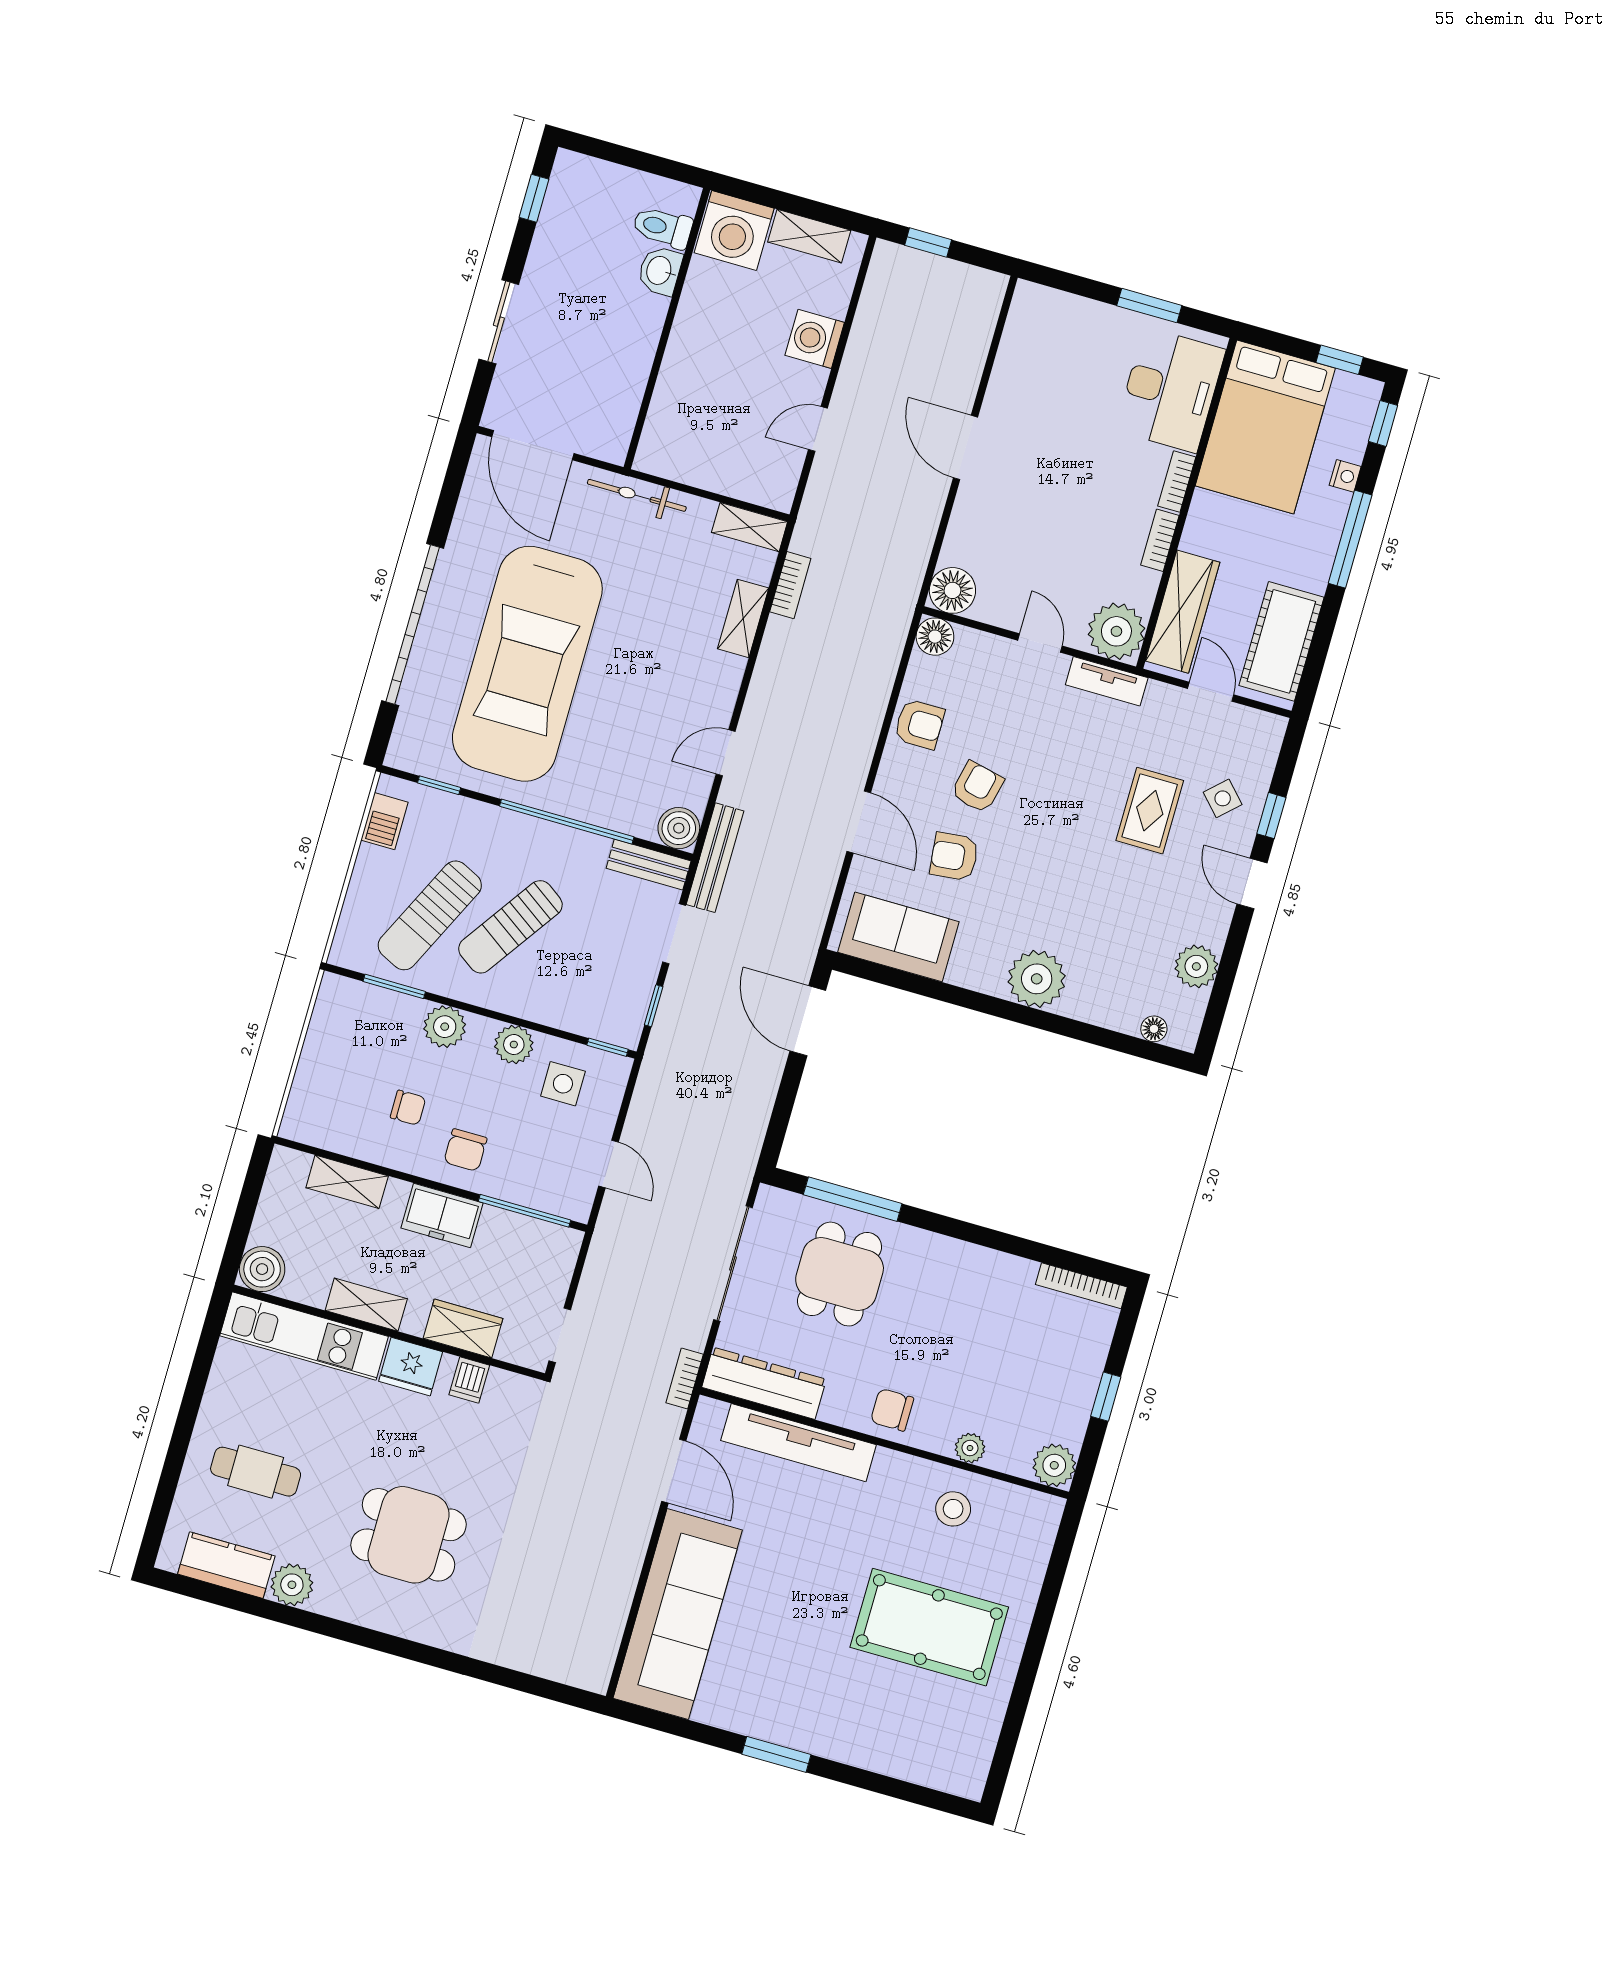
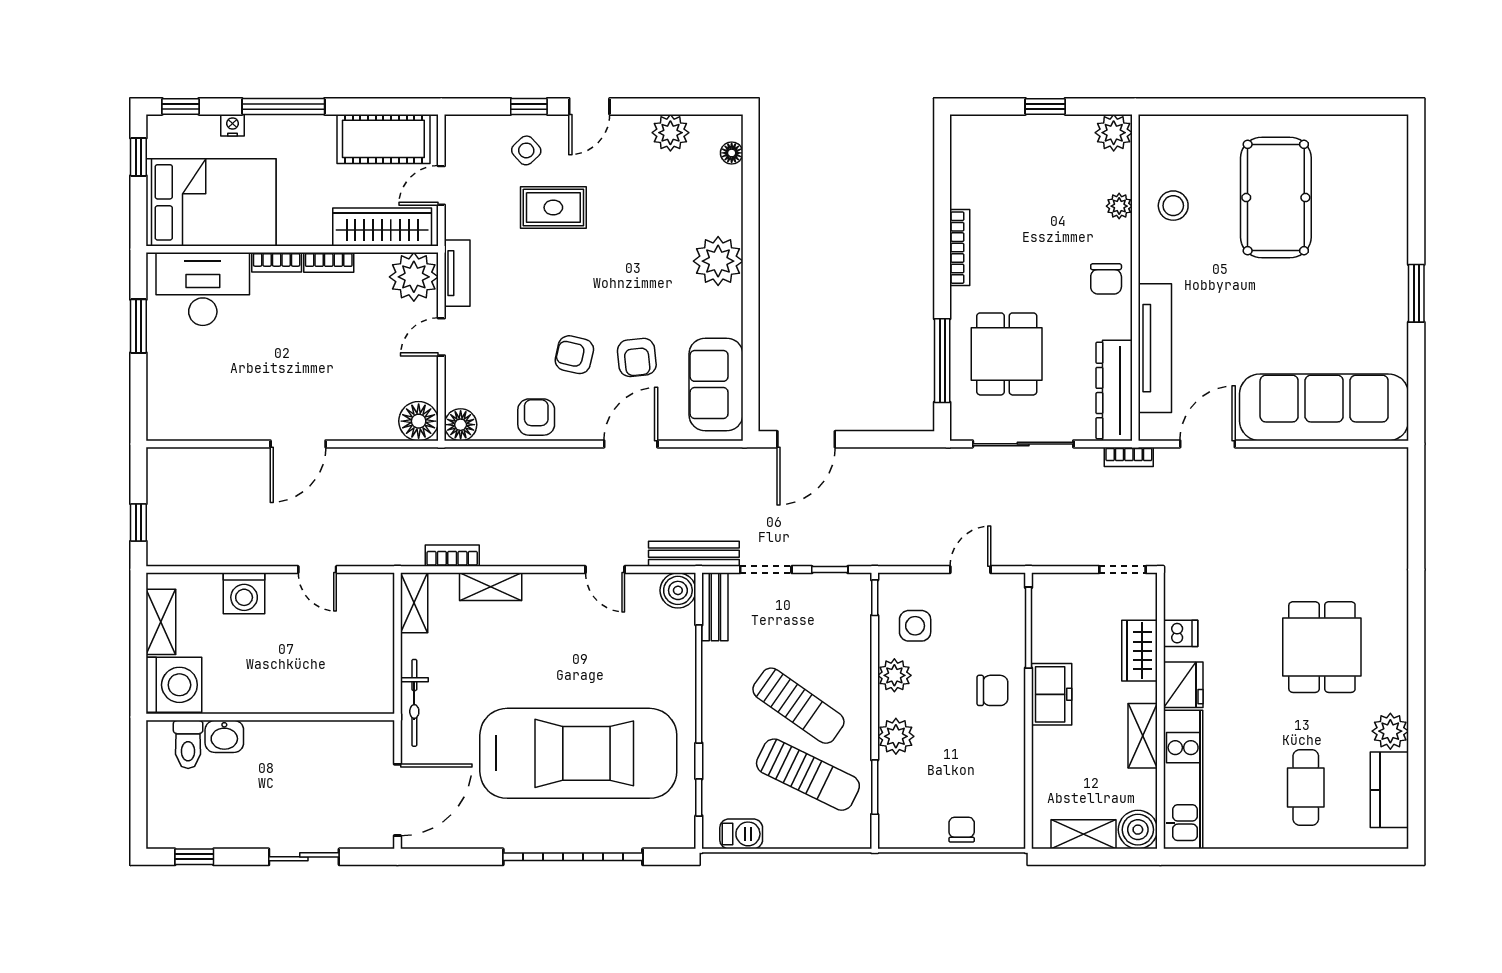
chair: (408, 1108) -> (962, 830), moved
shelving: (347, 1182) -> (1083, 834), moved, turned 90
dining table: (840, 1274) -> (1007, 354), turned 90
bookcase: (1081, 1286) -> (960, 248), moved

